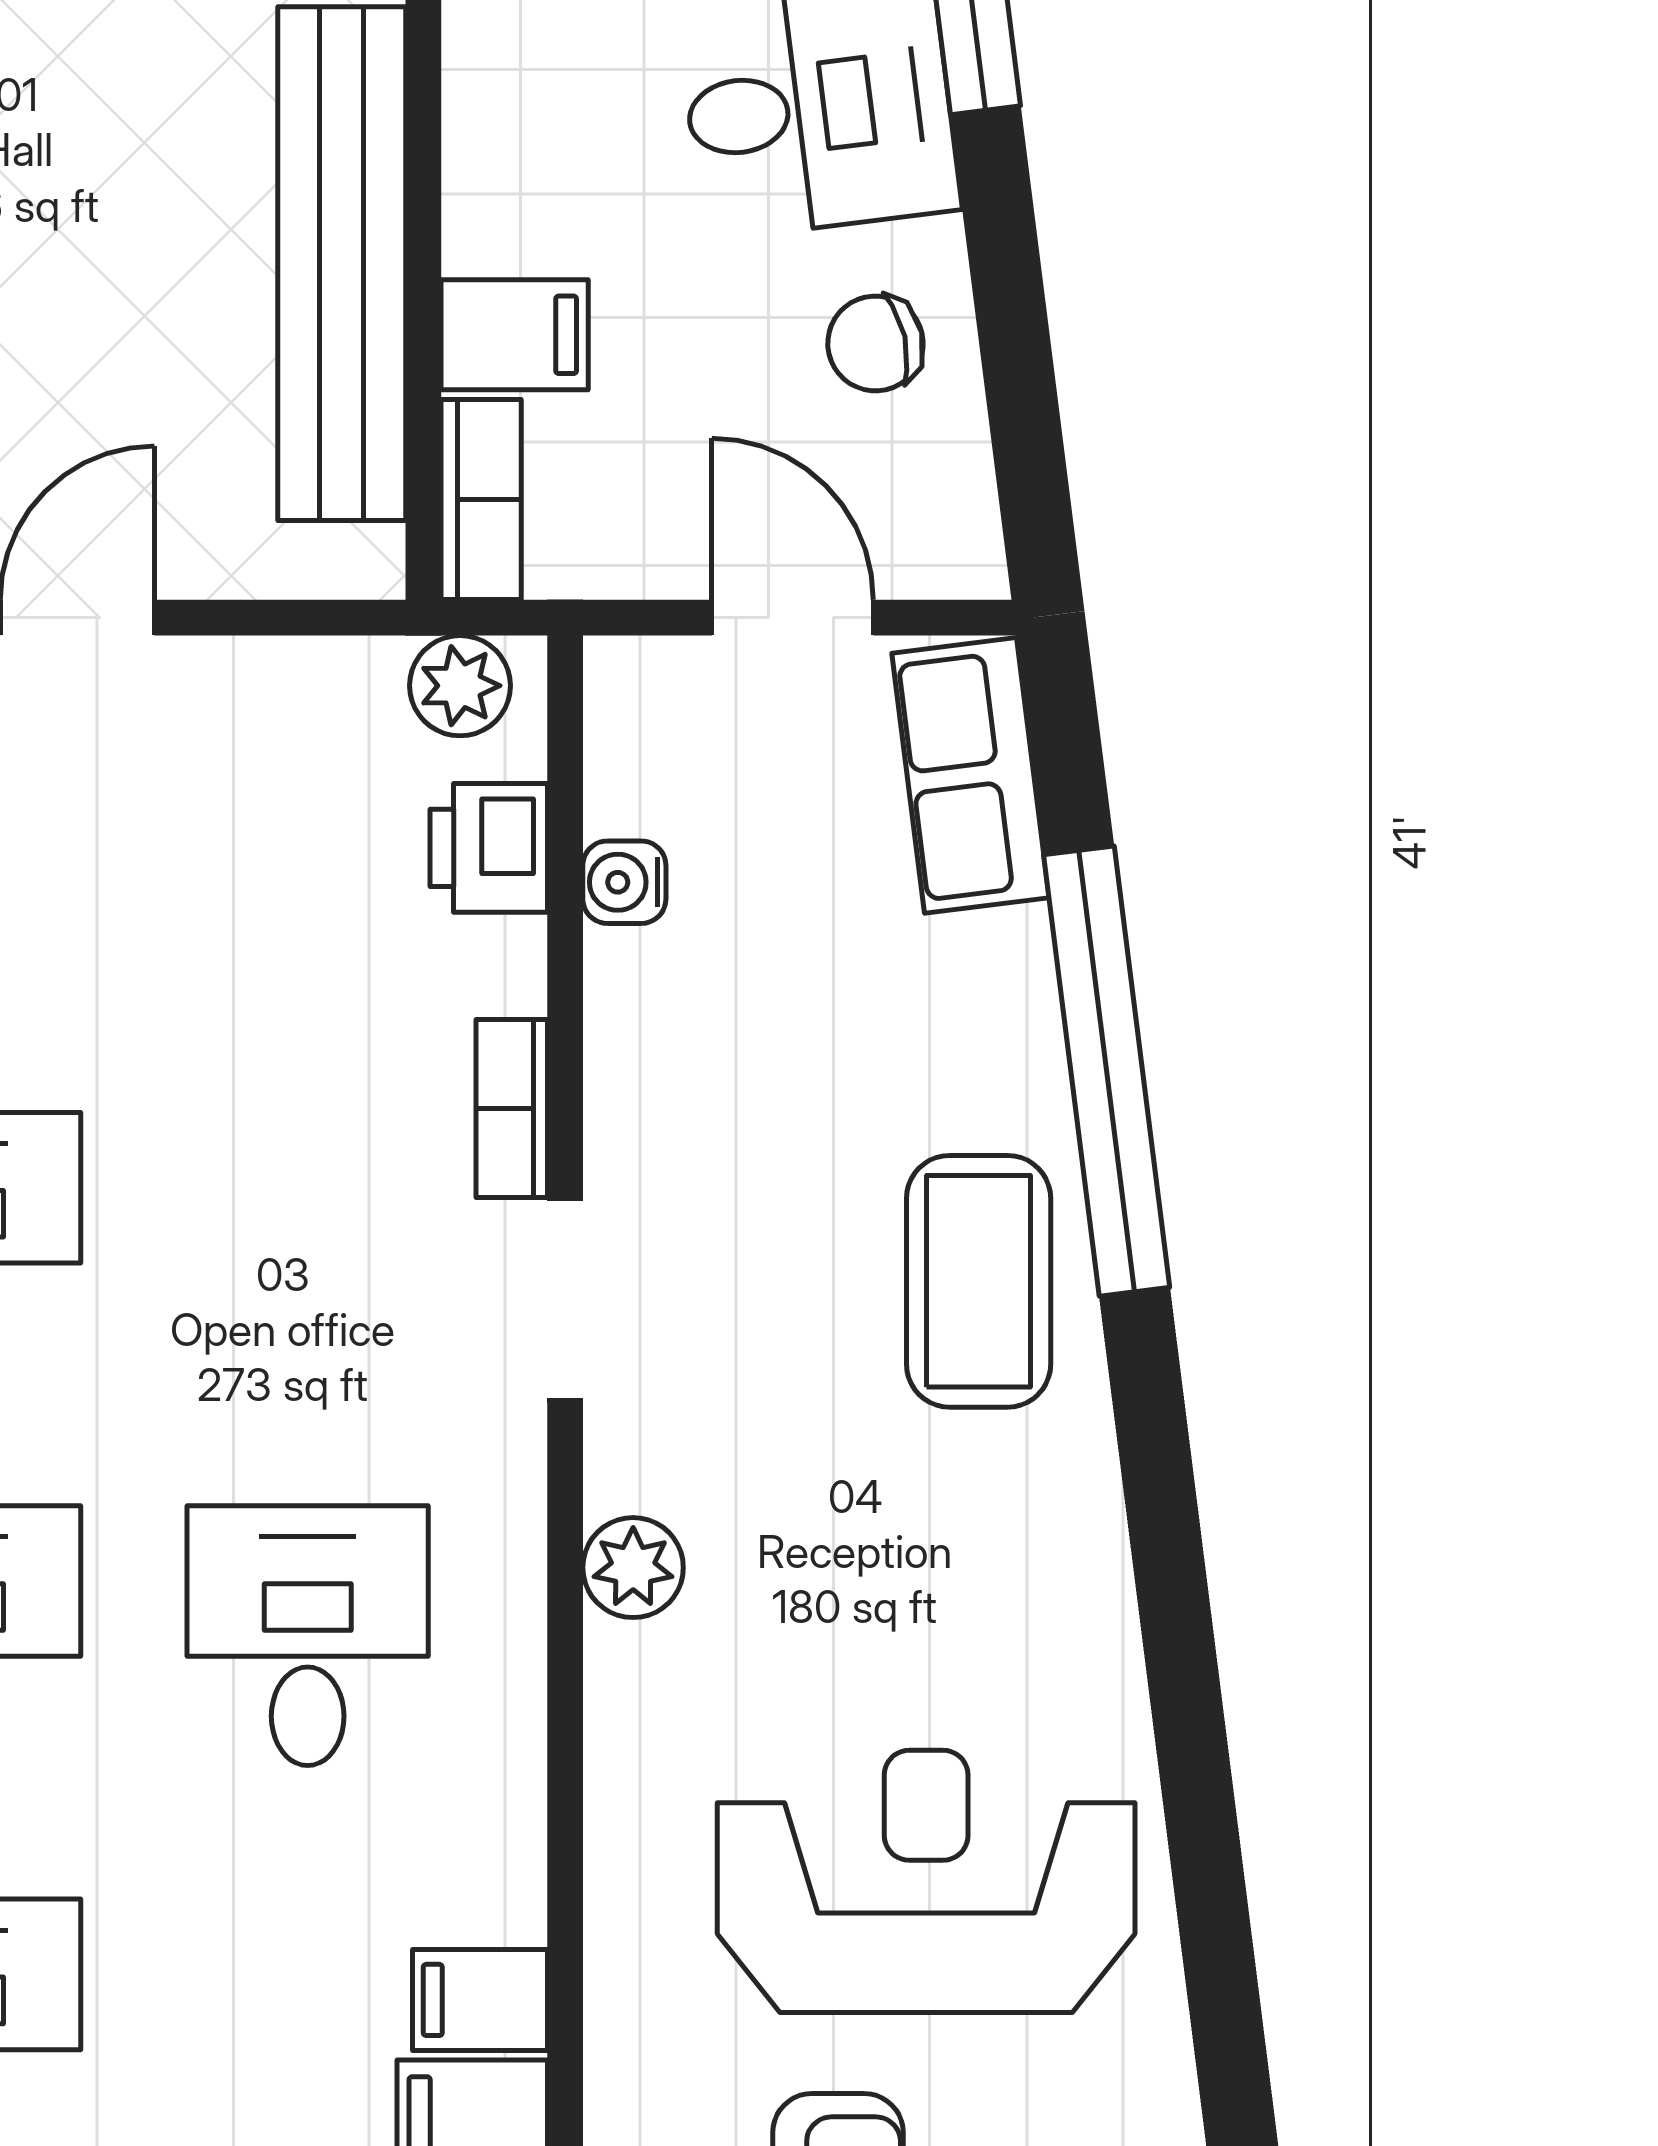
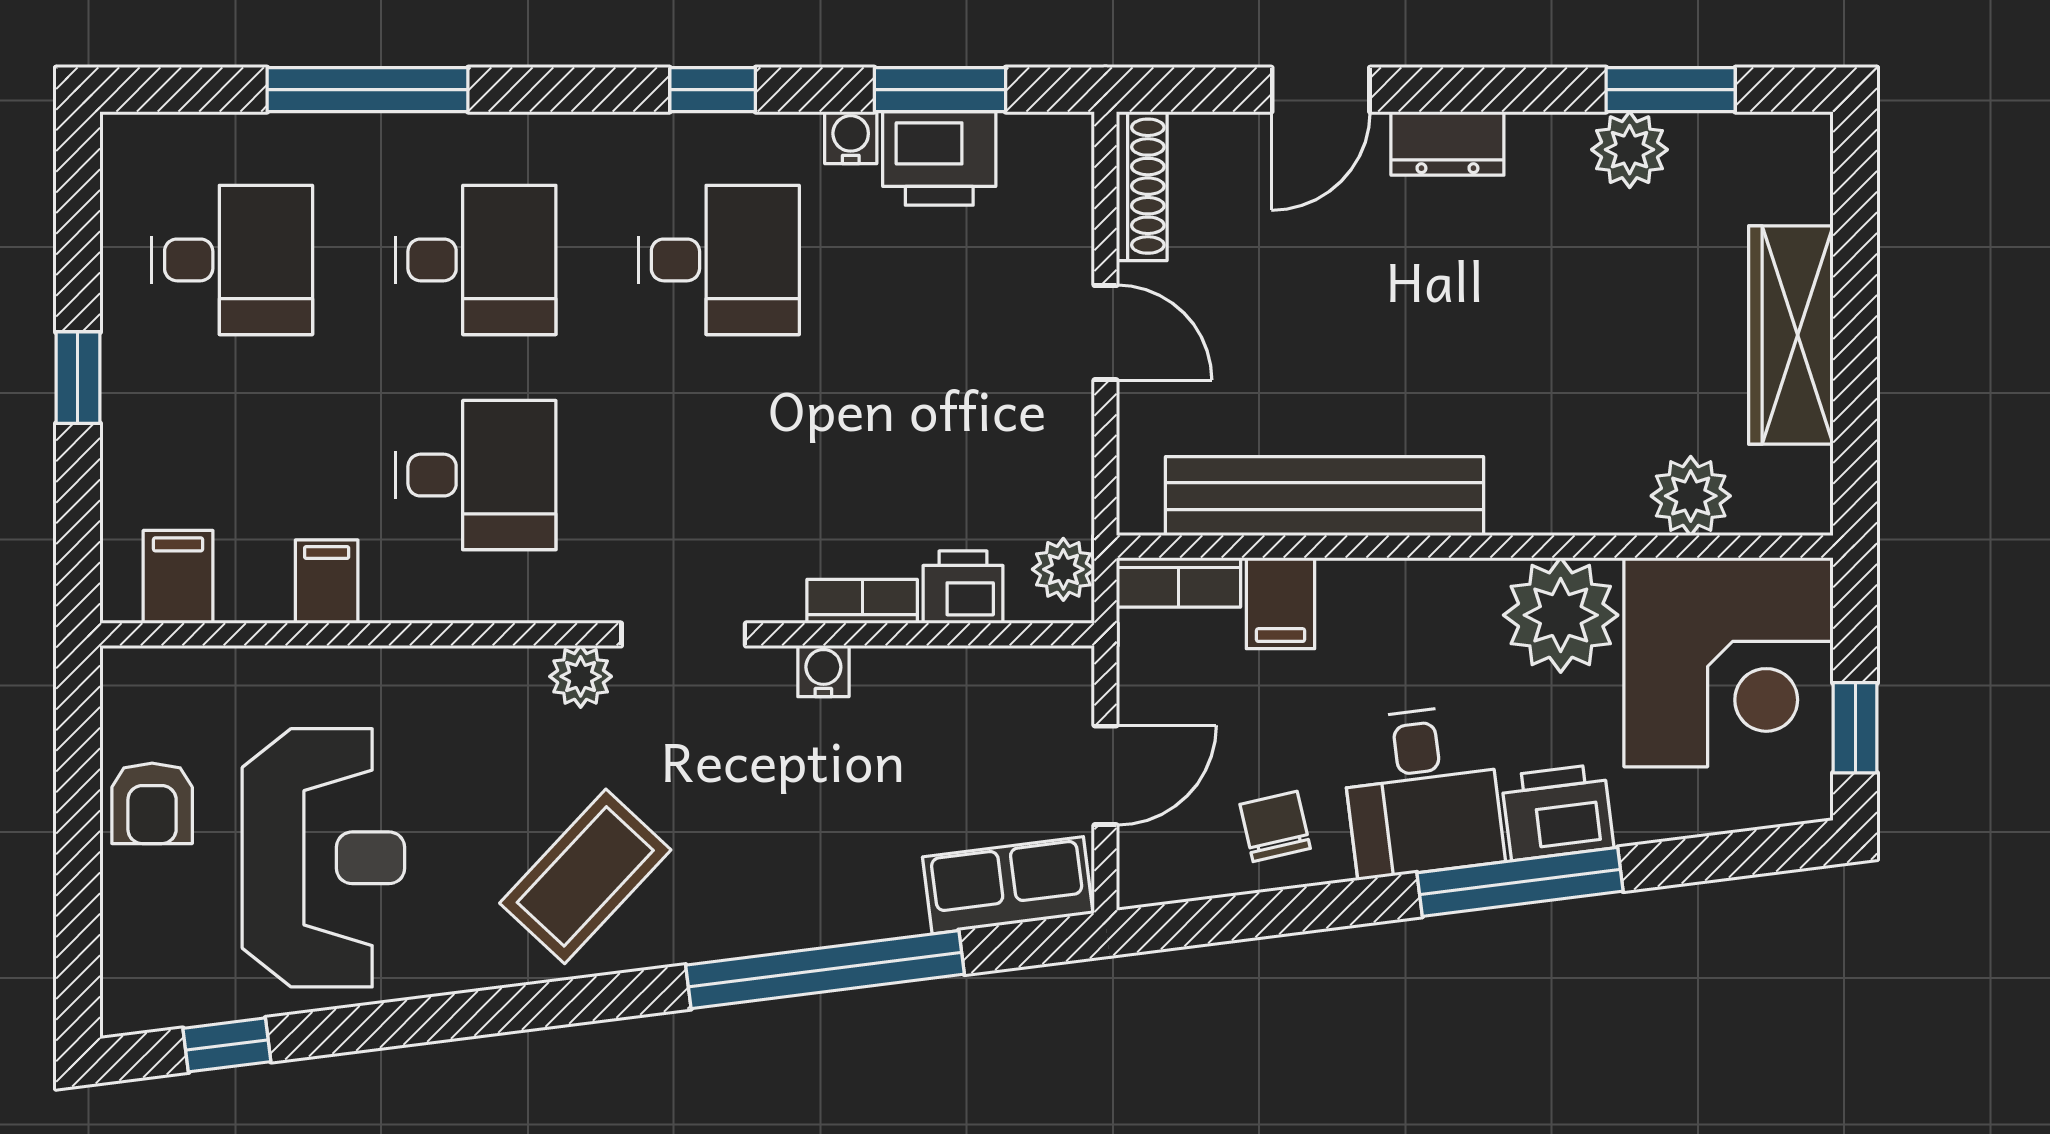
water cooler: (624, 882) -> (823, 671), moved
bookcase: (512, 1109) -> (862, 601), moved
coffee table: (979, 1281) -> (585, 876), moved, turned -47
plant: (633, 1568) -> (581, 676), moved
filing cabinet: (480, 2000) -> (327, 582), moved
window: (1229, 2037) -> (227, 1045), added

